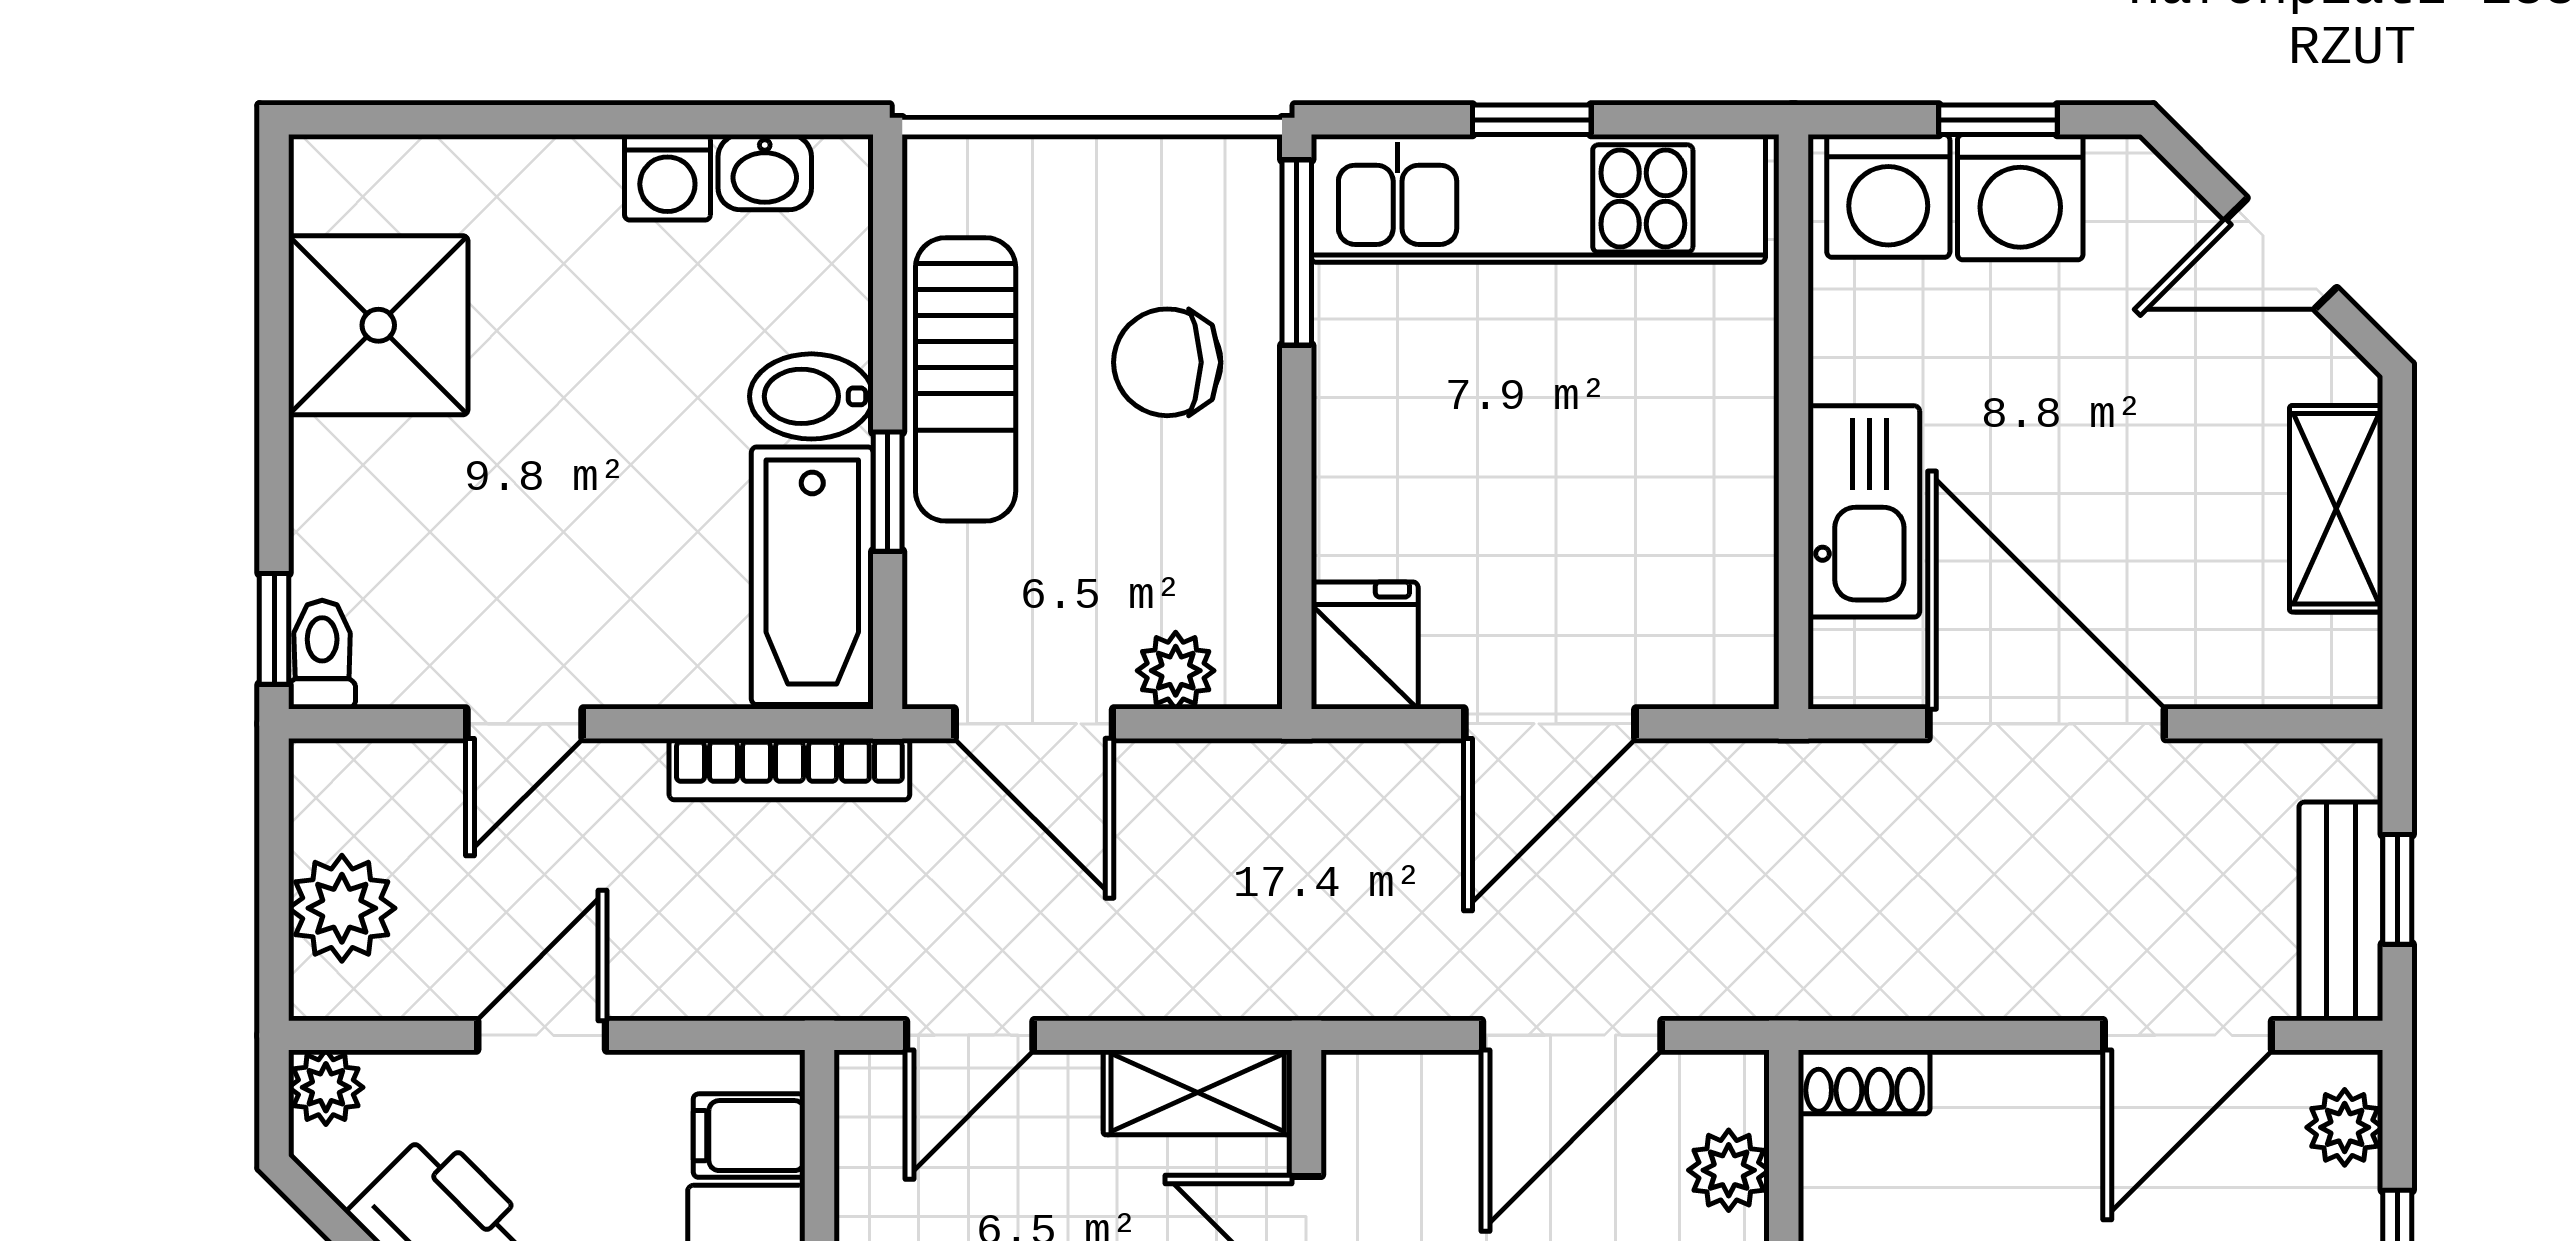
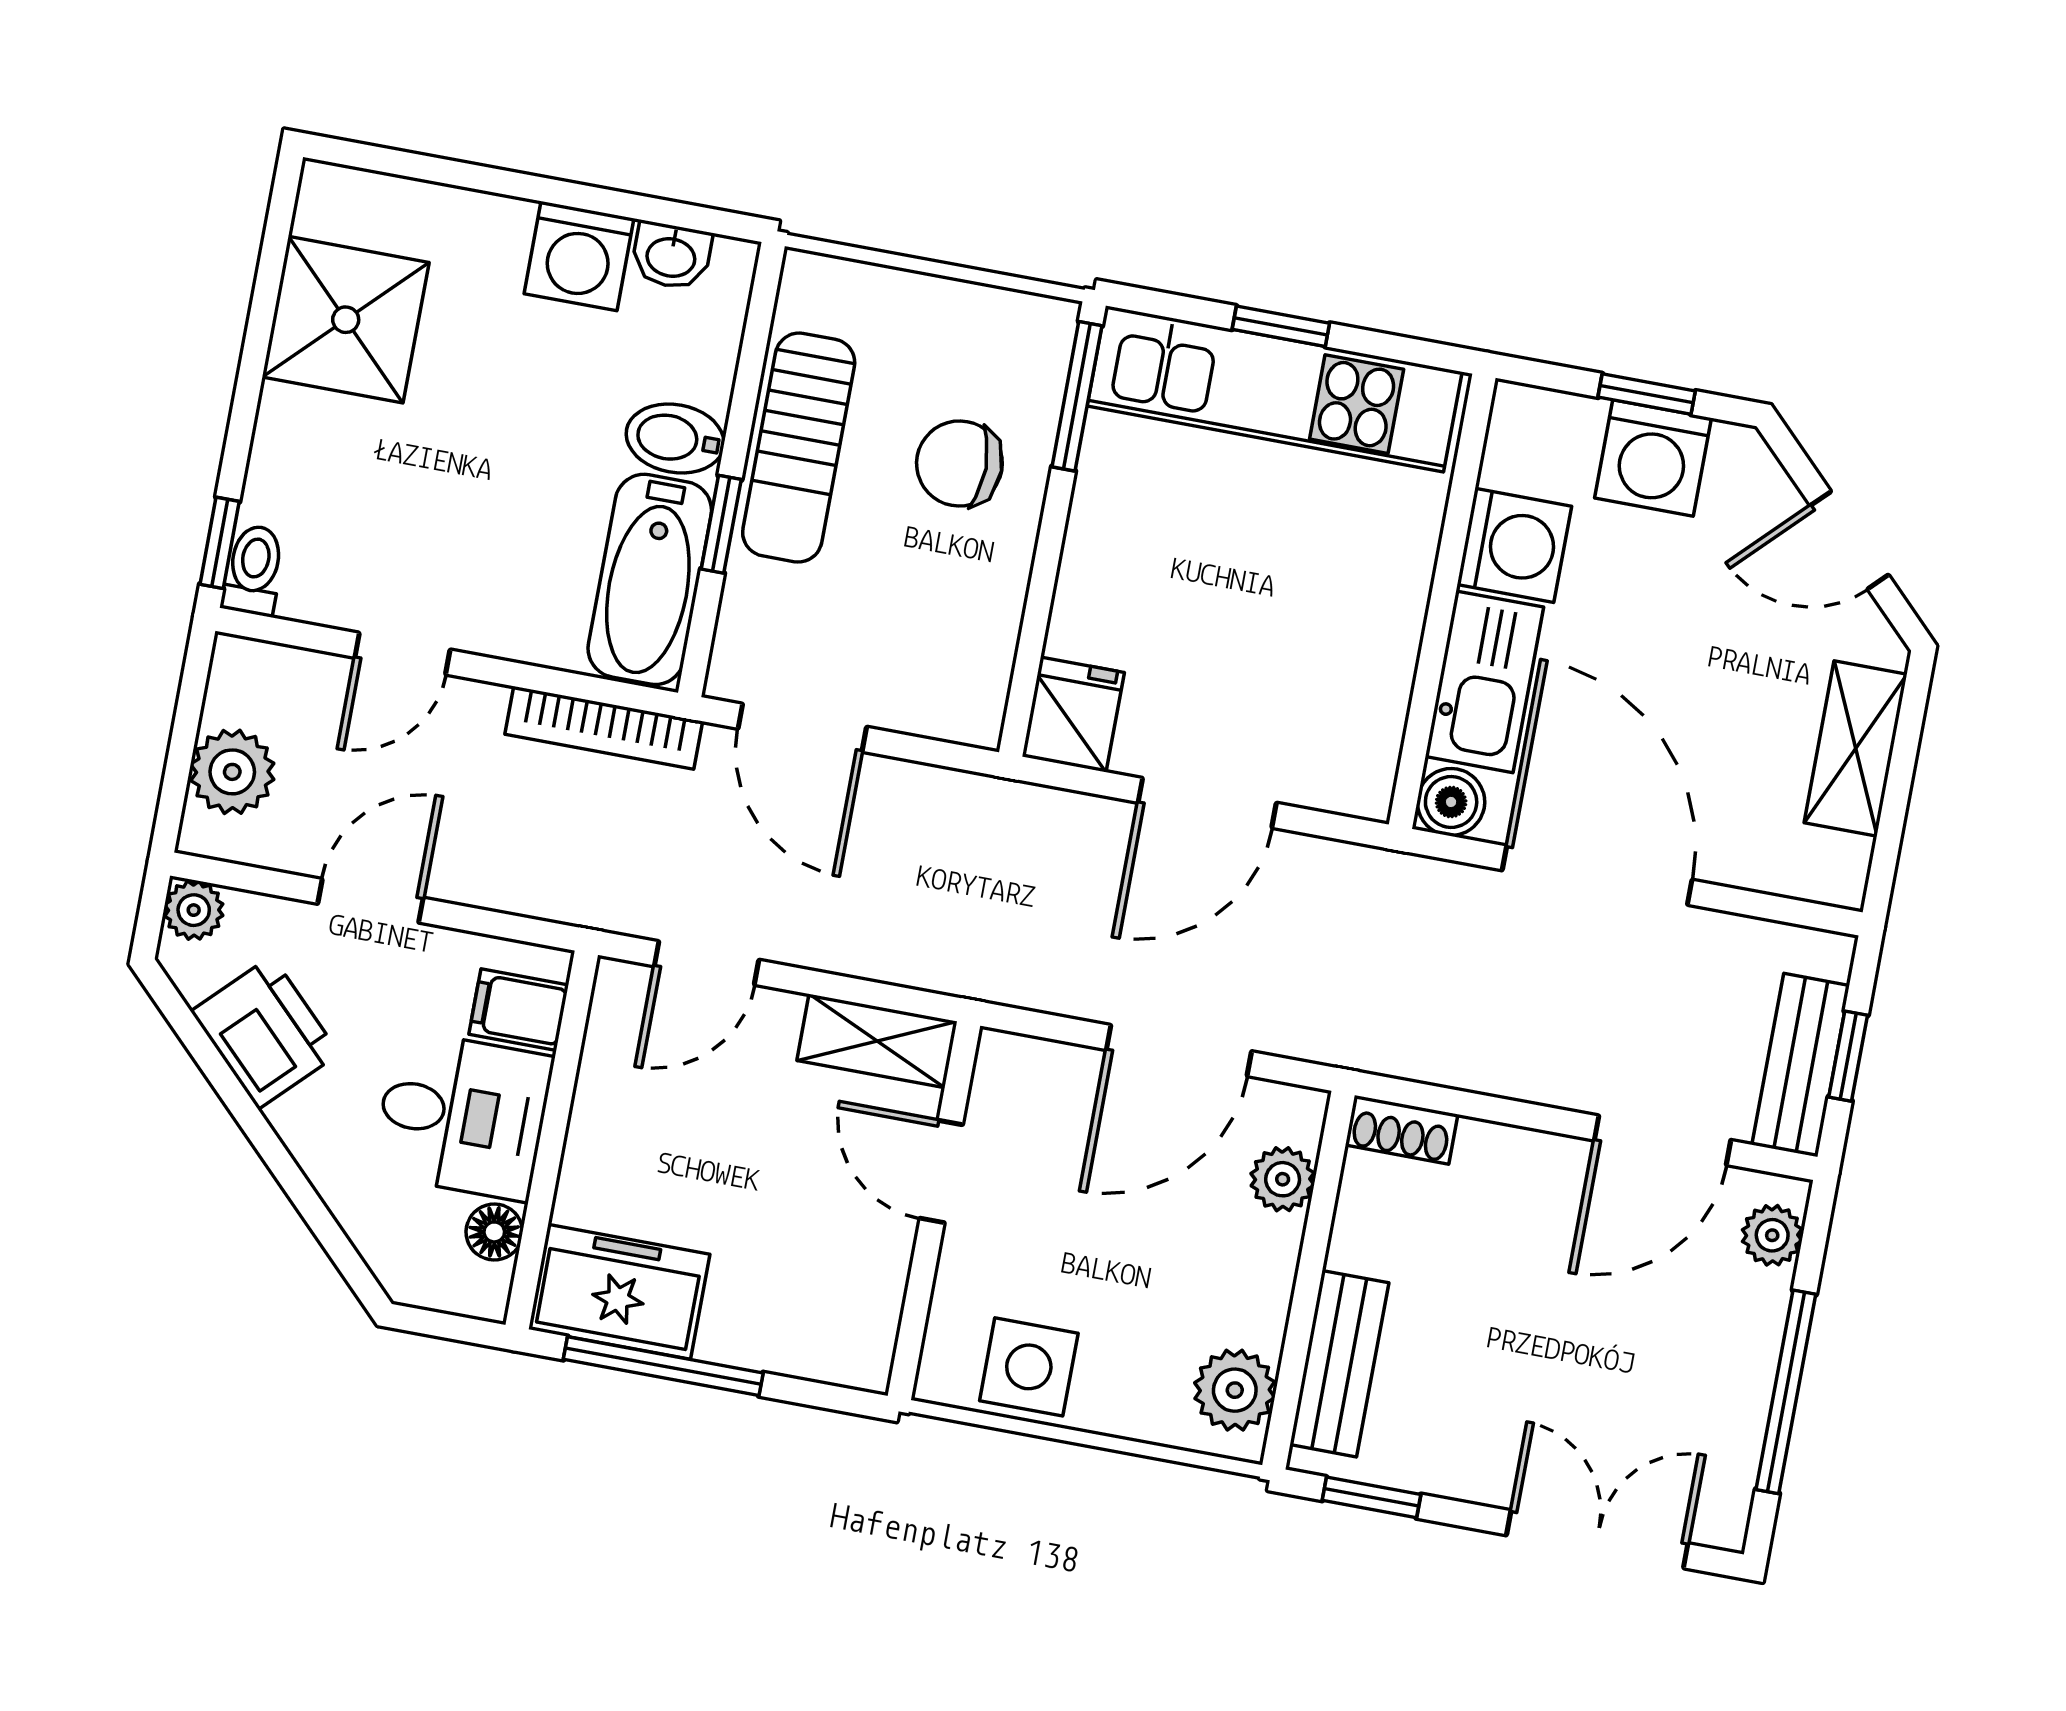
washing machine: (667, 177) -> (579, 256), width x1.38, depth x1.38
washing machine: (1888, 196) -> (1514, 545), moved, turned -90
boiler: (1850, 667) -> (1451, 802), added
plant: (1176, 671) -> (921, 707), removed

